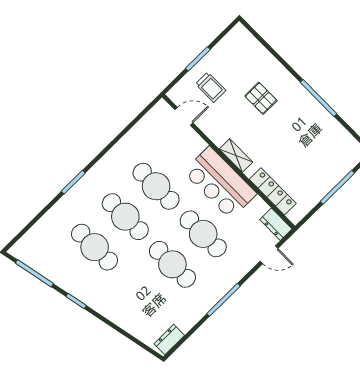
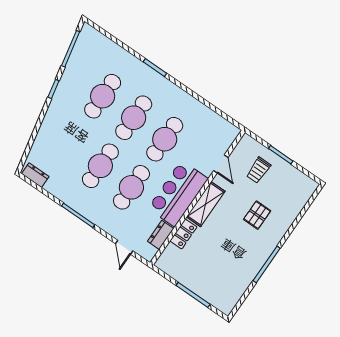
door: (184, 116) -> (221, 164), moved
shelving: (236, 156) -> (206, 204), width x1.50, depth x1.33
locker: (273, 191) -> (183, 234), width x0.66
dresser: (276, 224) -> (161, 235), moved

